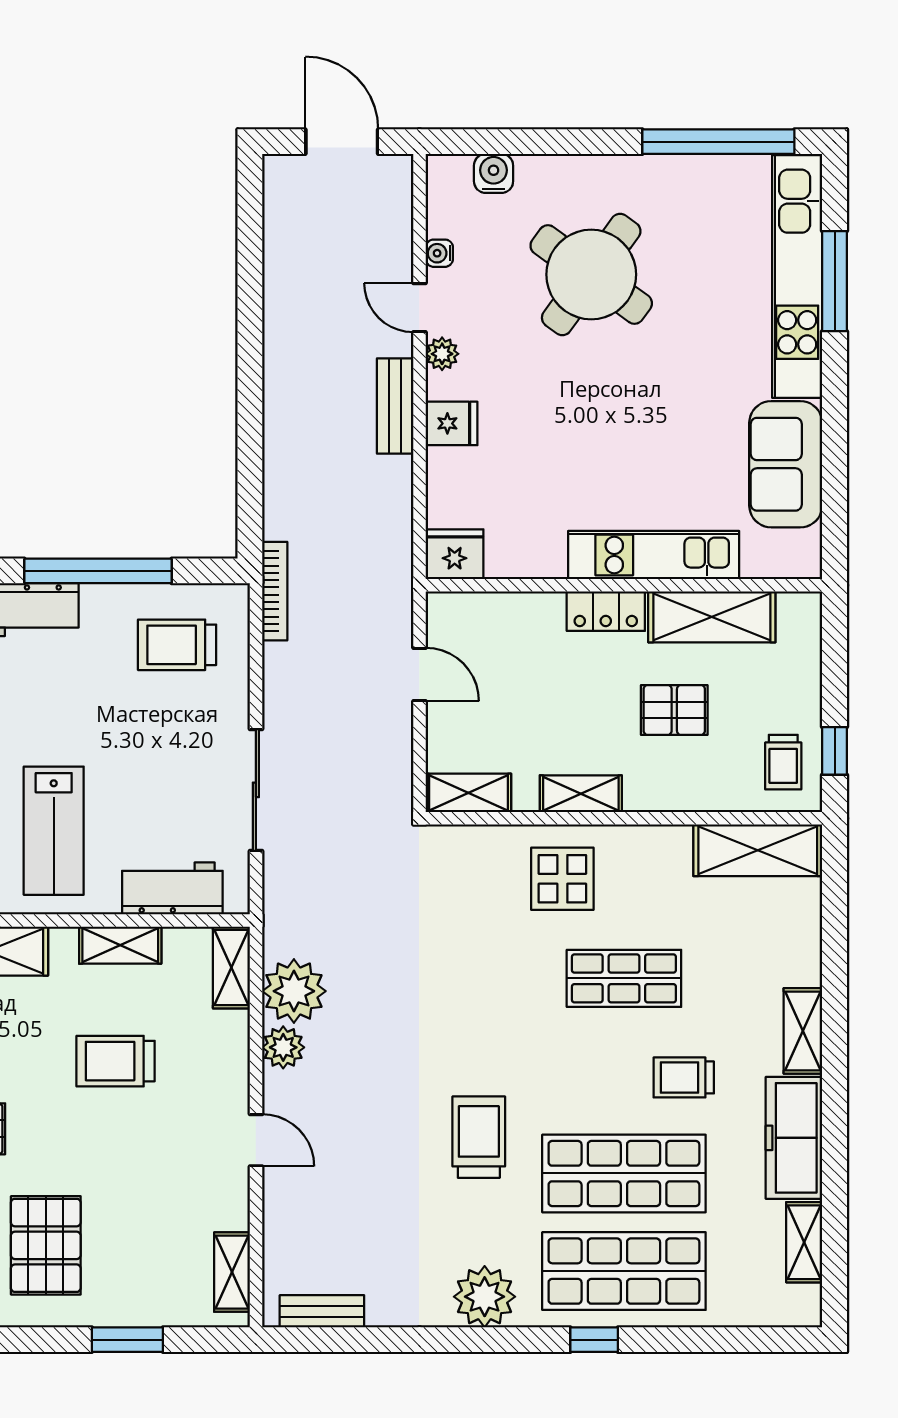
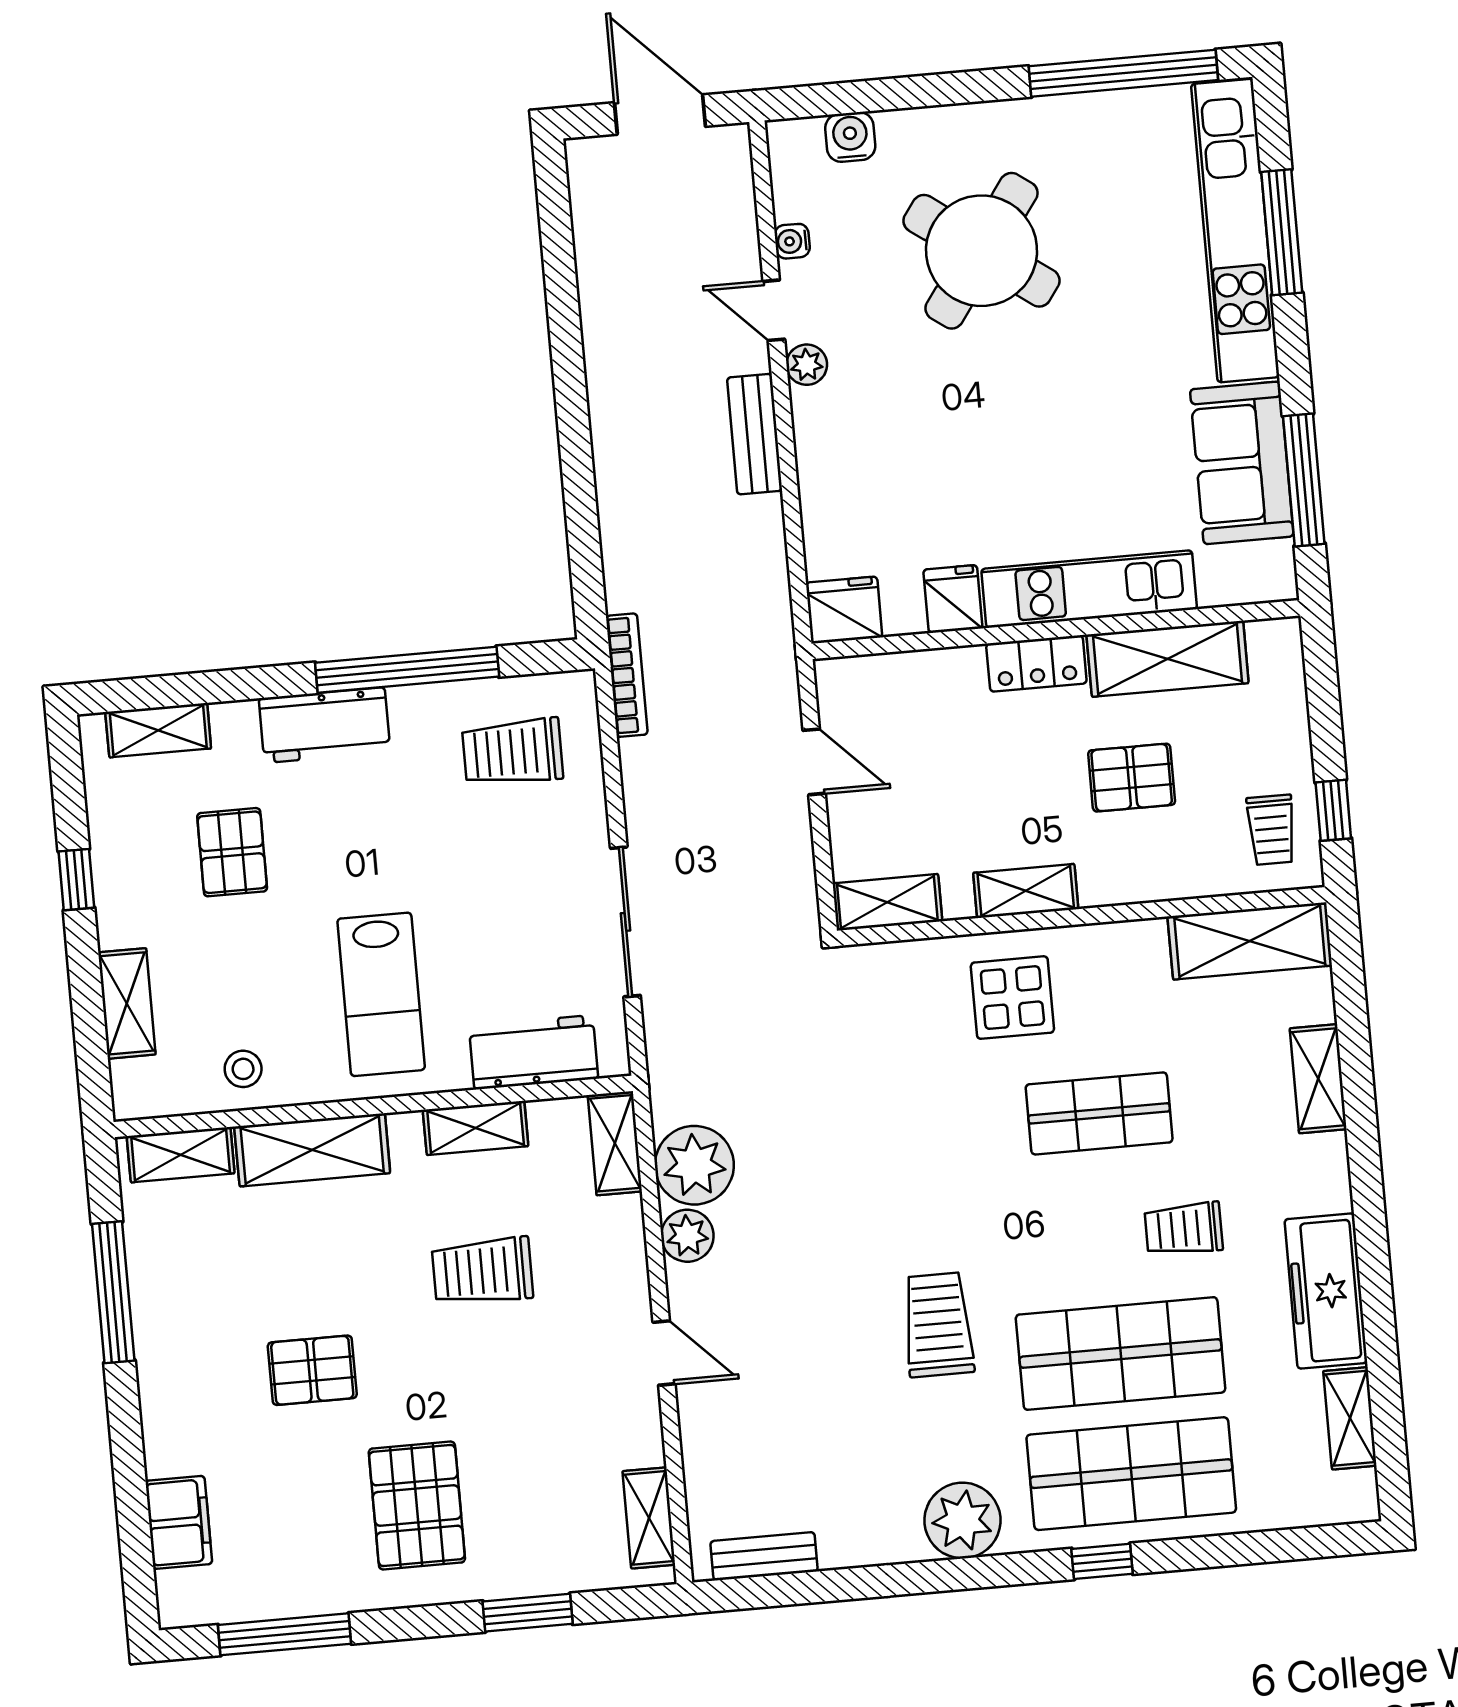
fridge: (452, 423) -> (953, 599), moved, turned -90
window: (835, 482) -> (1304, 480), added
shelving: (803, 1031) -> (1318, 1079), moved

